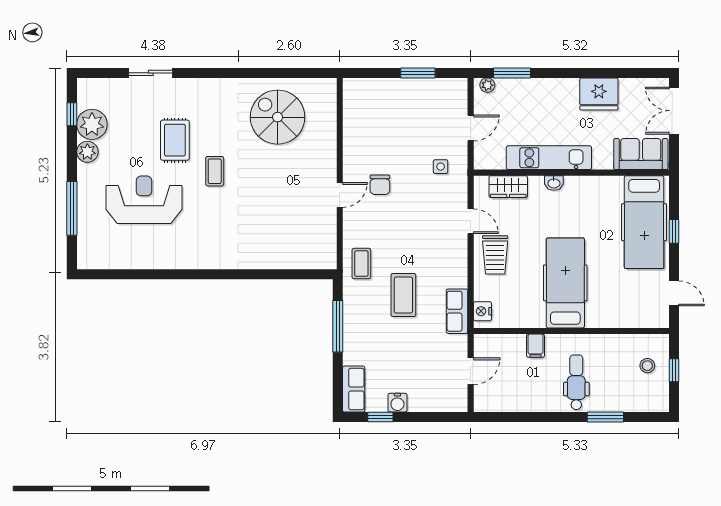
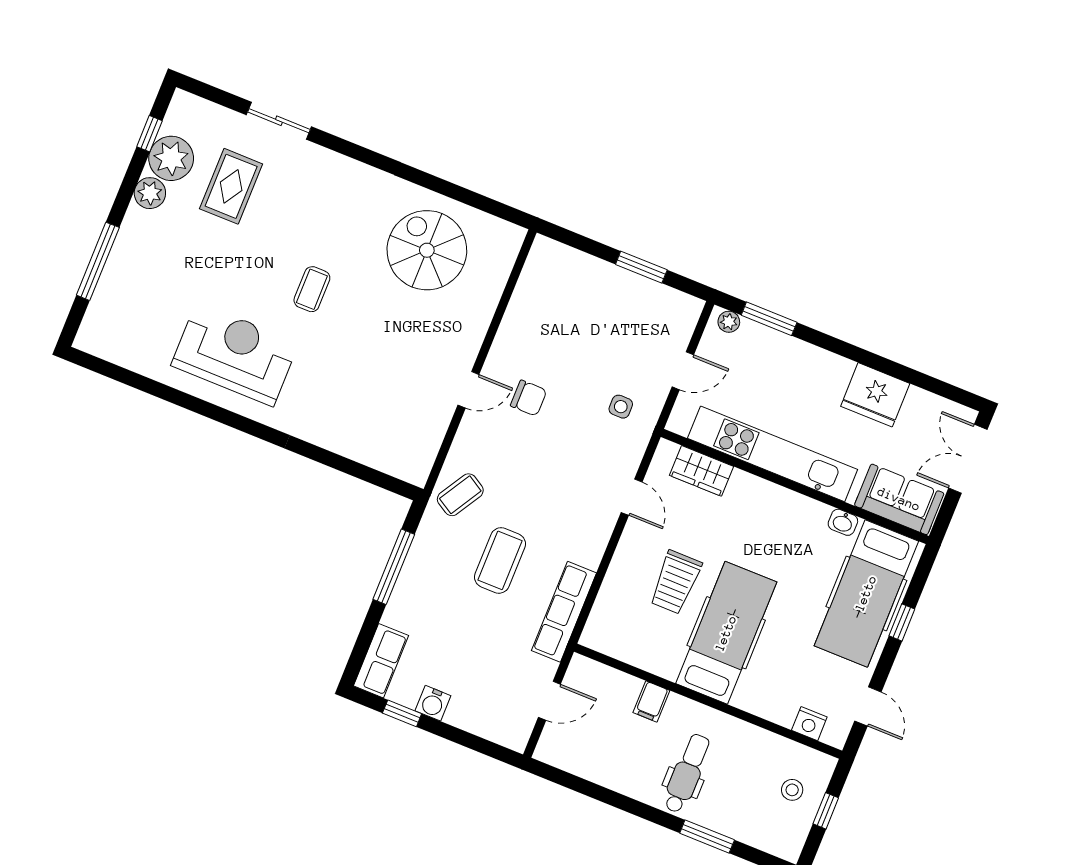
rug: (175, 140) -> (231, 186), moved
kitchen unit: (549, 158) -> (773, 454), width x1.36
washbasin: (554, 183) -> (843, 522), moved
chair: (380, 185) -> (529, 398), turned -90
reception desk: (144, 200) -> (235, 354), moved
trolley: (495, 255) -> (675, 582), moved
coffee table: (361, 264) -> (460, 495), turned 31
row of seats: (457, 311) -> (564, 612), width x1.48
nightstand: (482, 311) -> (809, 724), moved, turned -90

